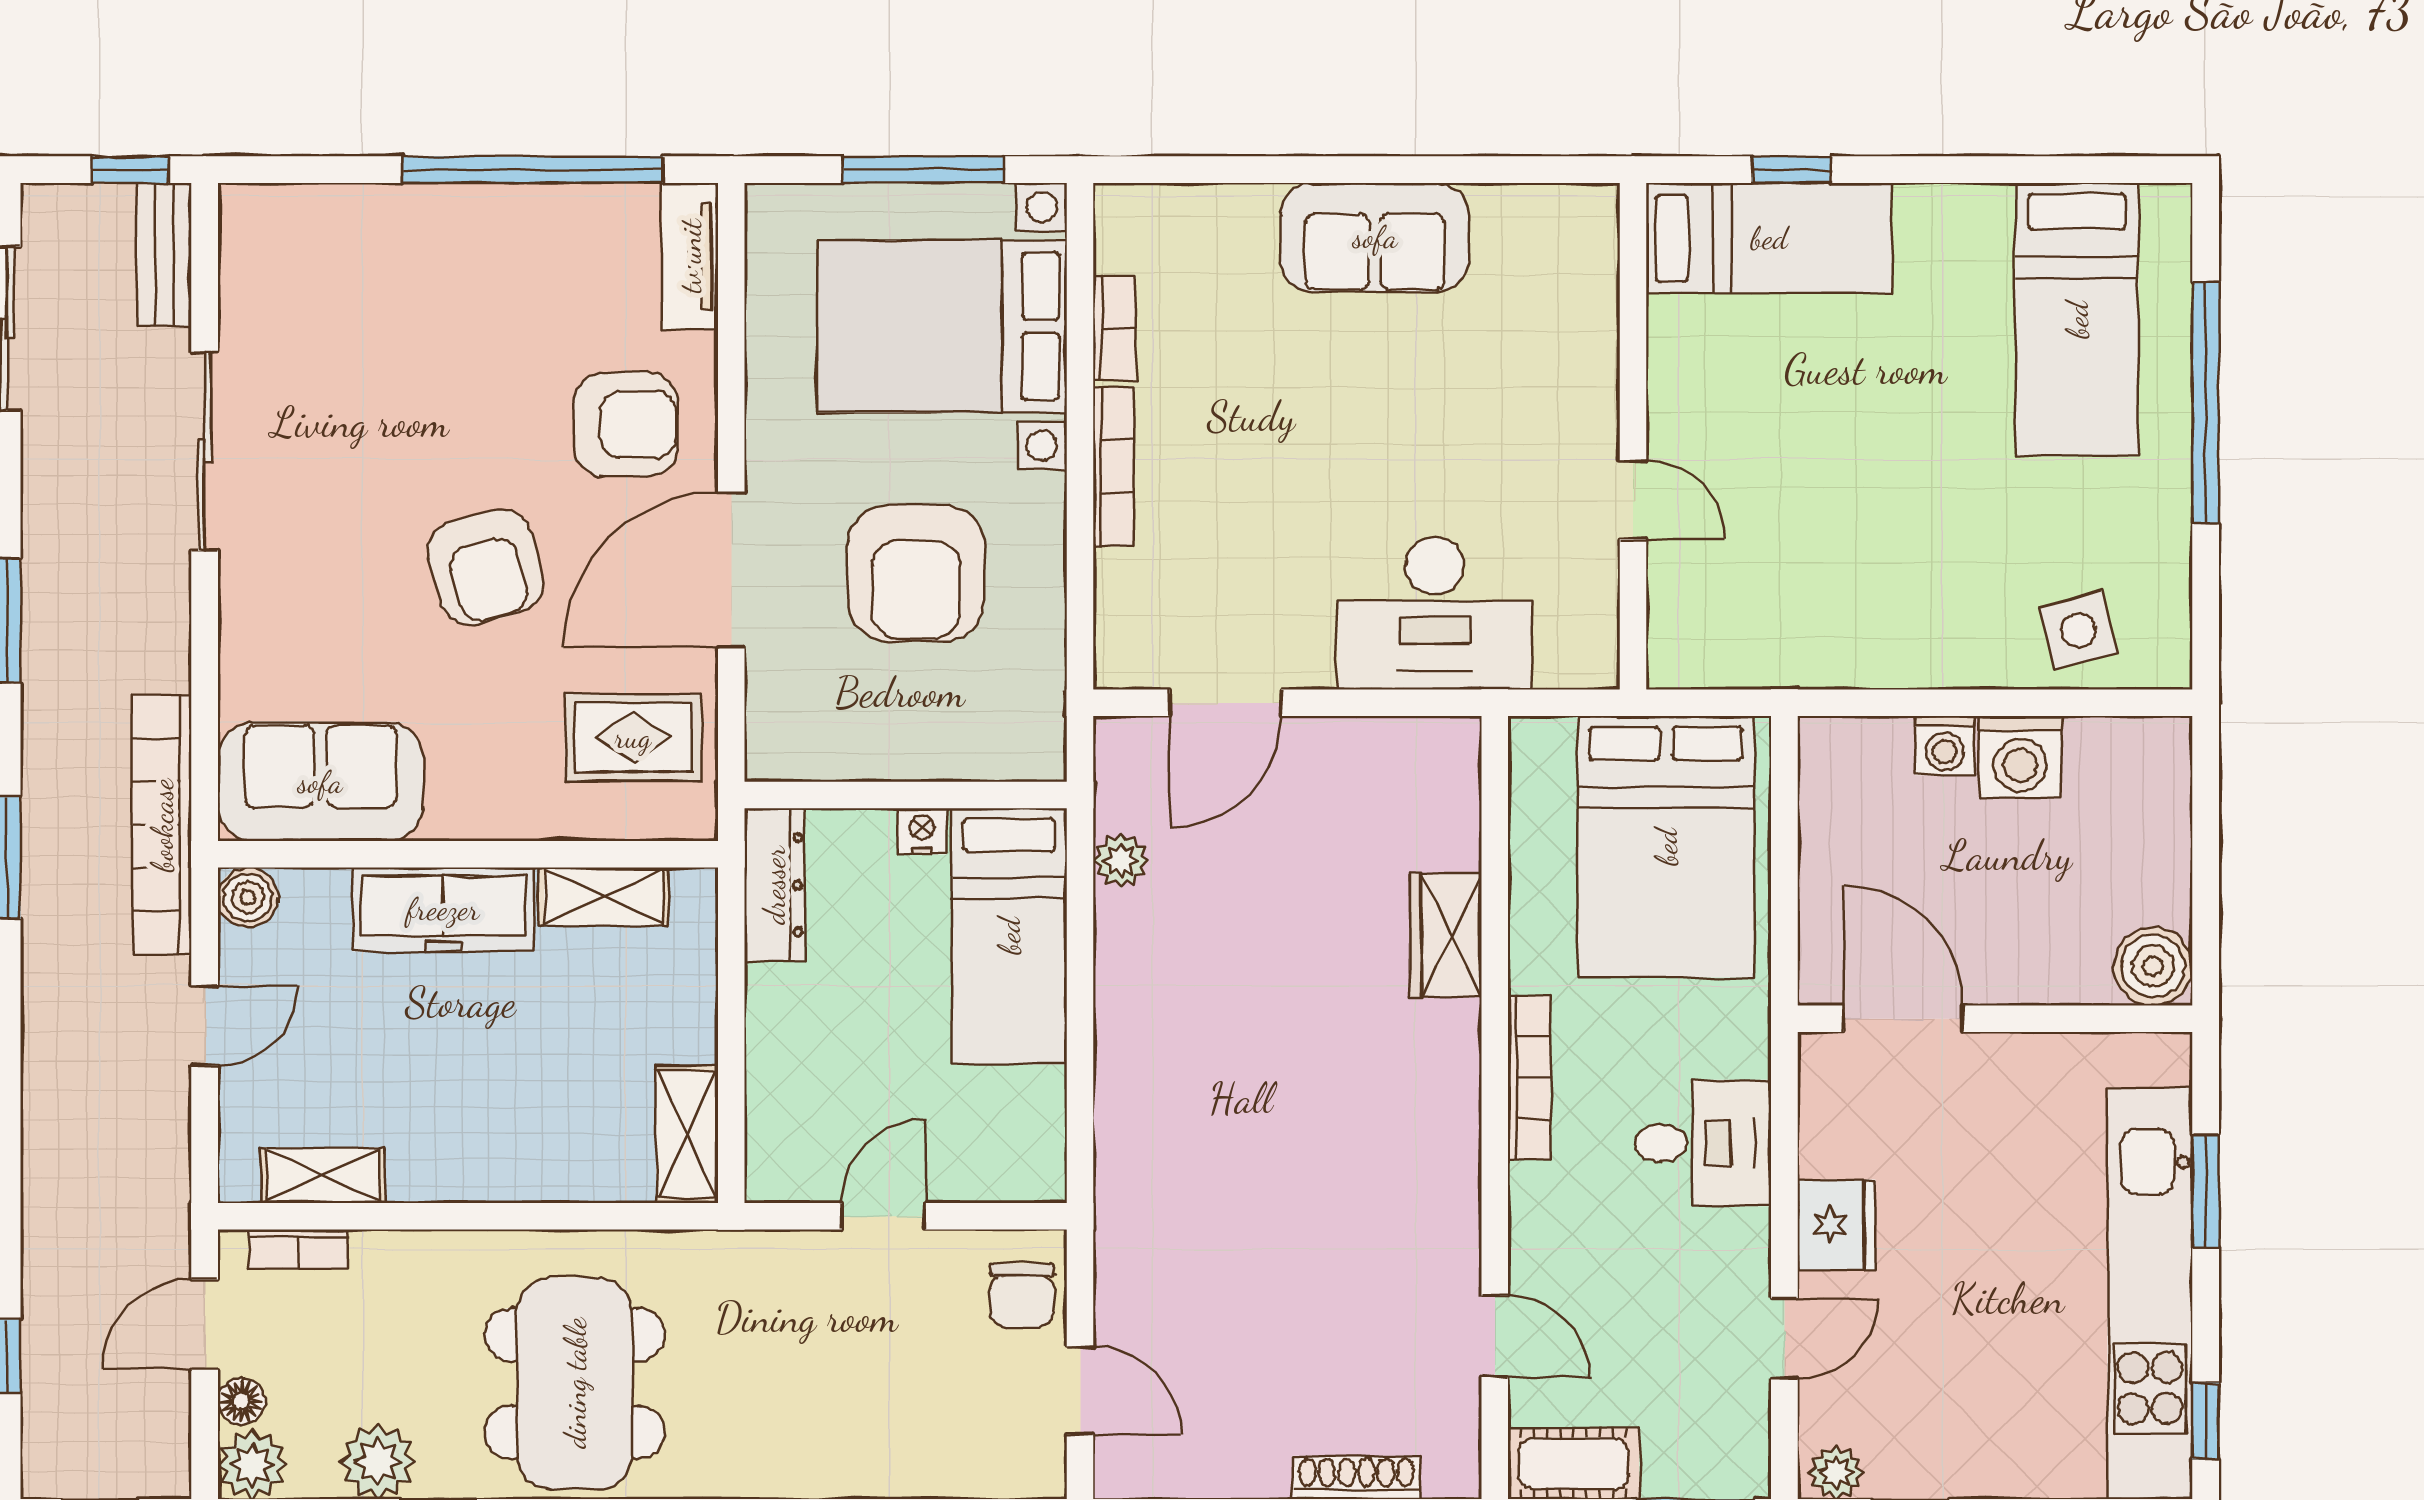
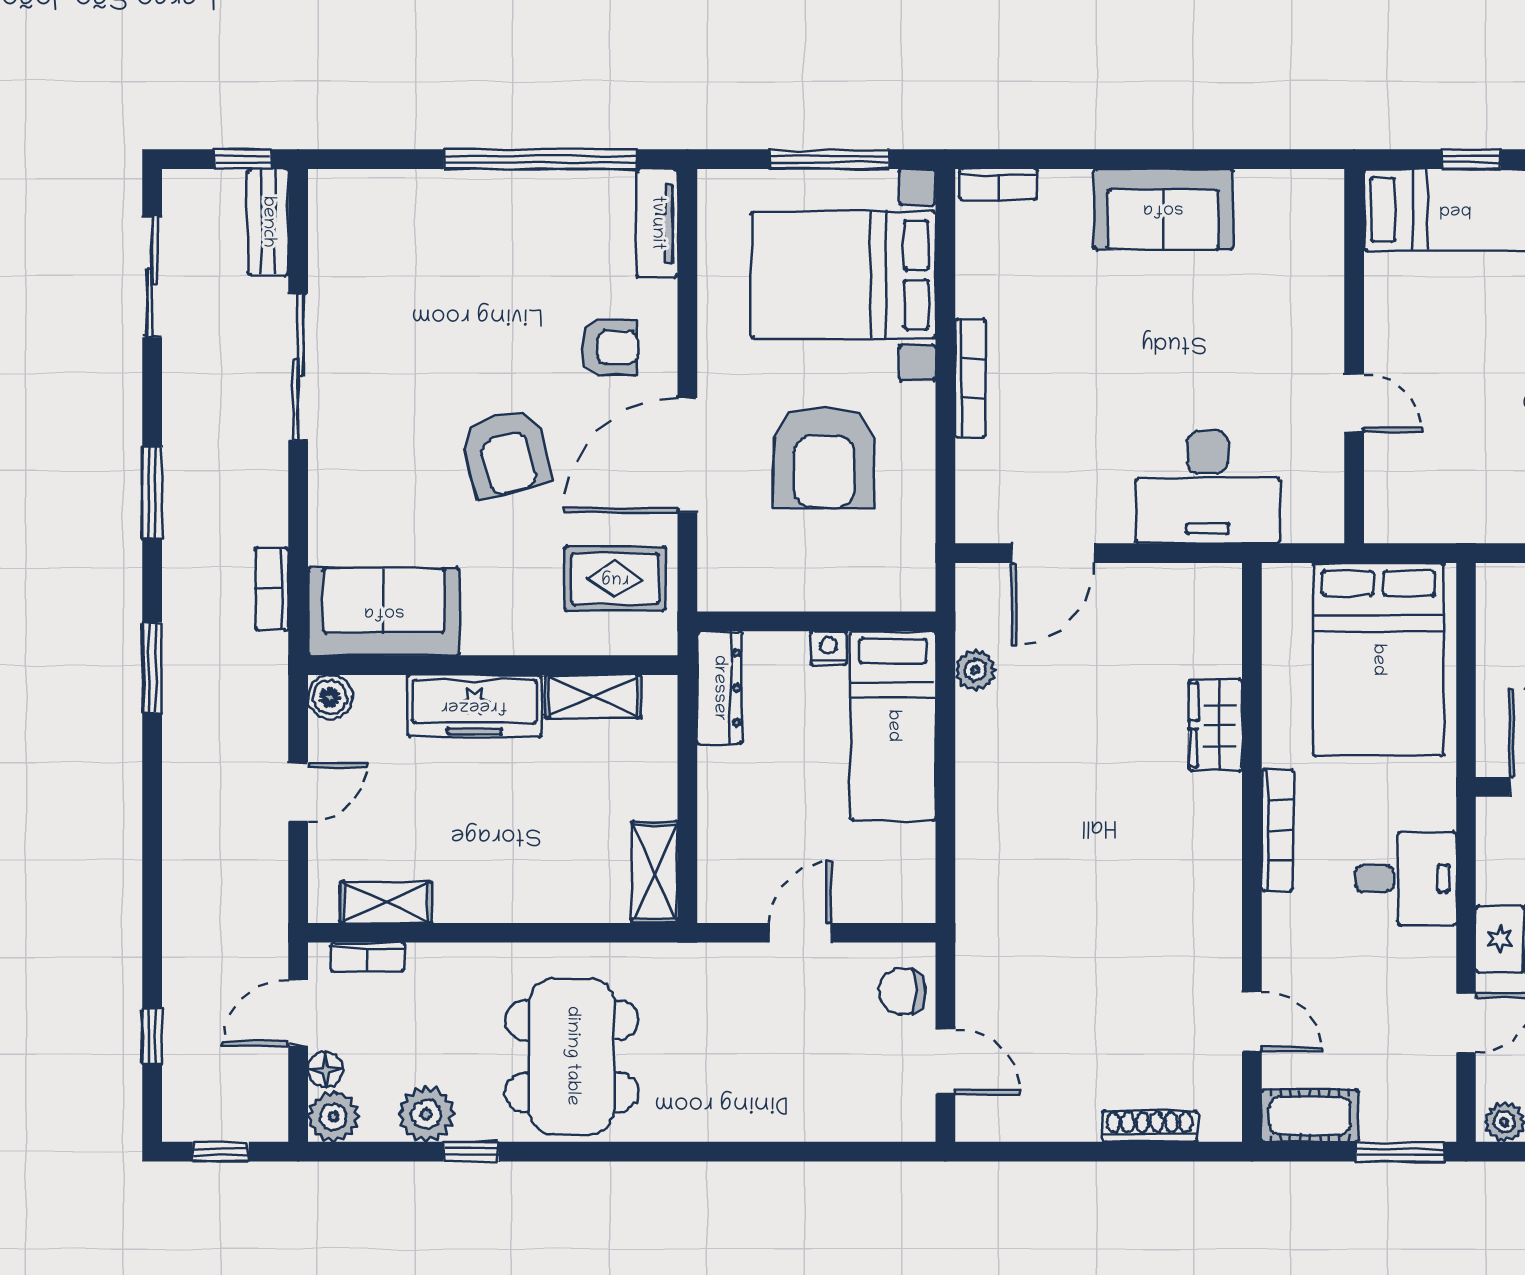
bookcase: (1114, 328) -> (998, 184), moved, turned 90
armchair: (626, 424) -> (609, 347), width x0.72, depth x0.72
bookcase: (162, 825) -> (272, 589), width x0.43, depth x0.76
chair: (1022, 1295) -> (902, 991), turned 90

